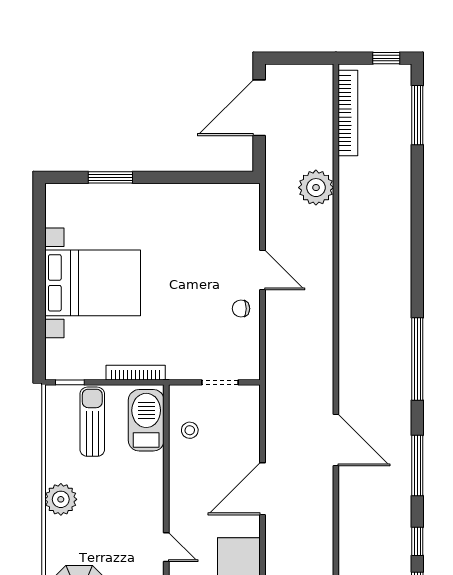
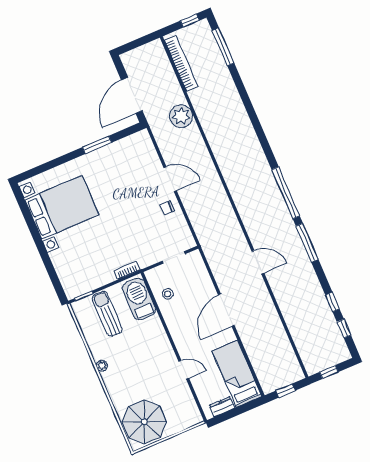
door: (259, 108) -> (132, 95), moved
window: (110, 177) -> (97, 145), moved
bed with nightstands: (93, 283) -> (62, 207), moved
bookcase: (136, 373) -> (127, 270), width x0.64
door: (336, 440) -> (258, 262), width x0.73
window: (417, 466) -> (307, 243), moved
plant: (61, 499) -> (102, 366), width x0.53, depth x0.53

